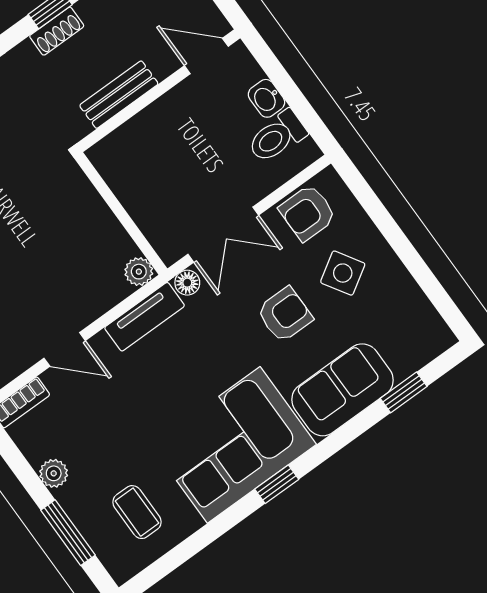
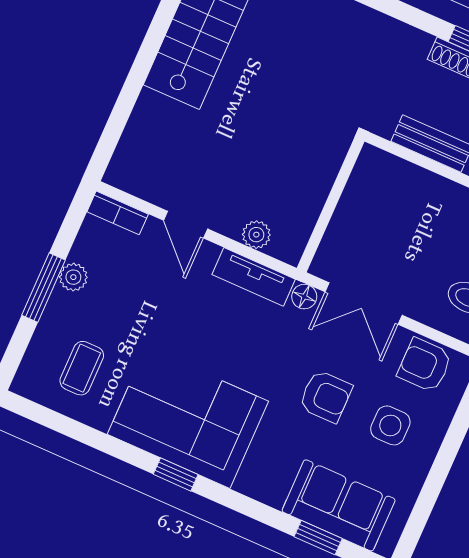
plant: (139, 272) -> (256, 235), moved
side table: (343, 273) -> (390, 425), turned 32
sofa: (342, 390) -> (339, 505), moved
window: (68, 533) -> (43, 288), moved

